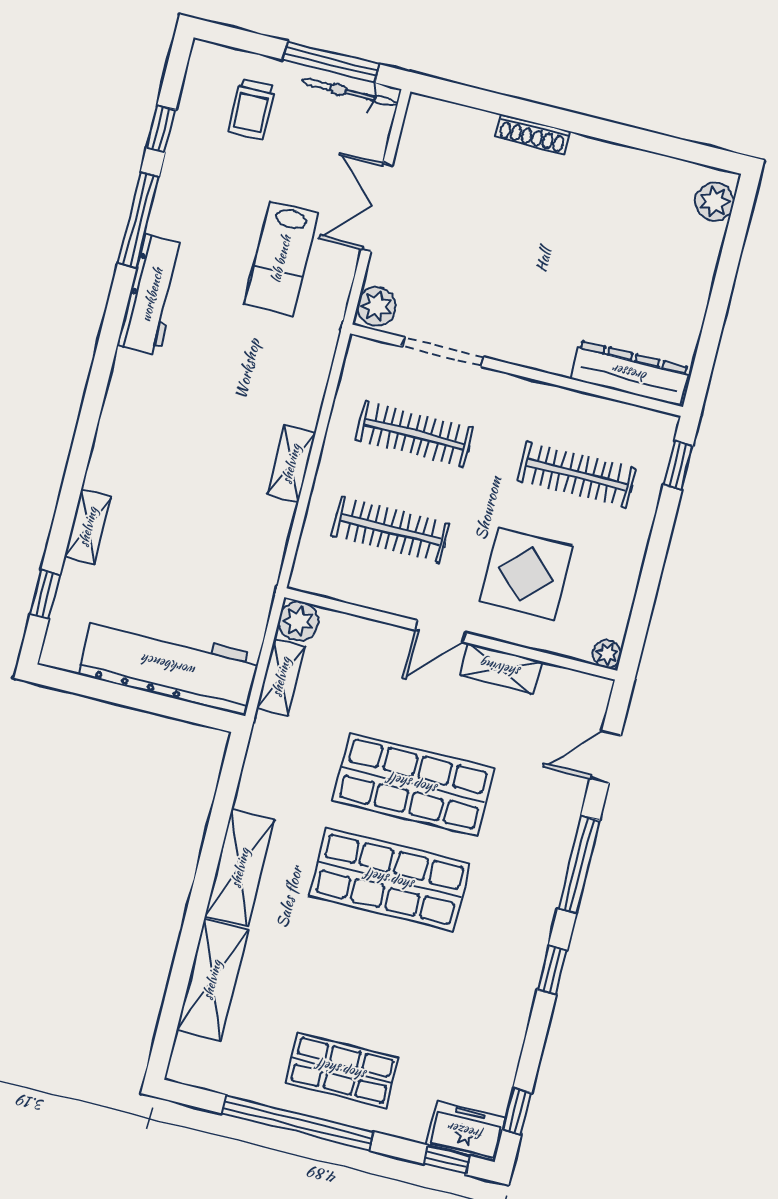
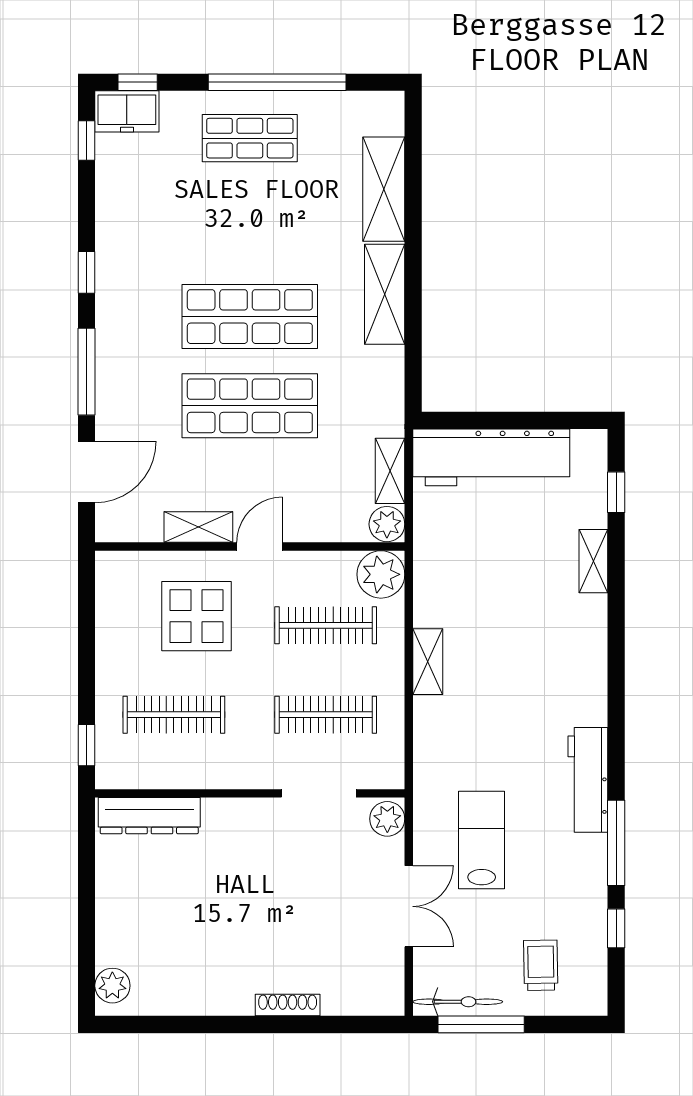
plant: (607, 654) -> (381, 574), moved, width x1.88, depth x1.88
door: (605, 757) -> (86, 472), width x1.38

